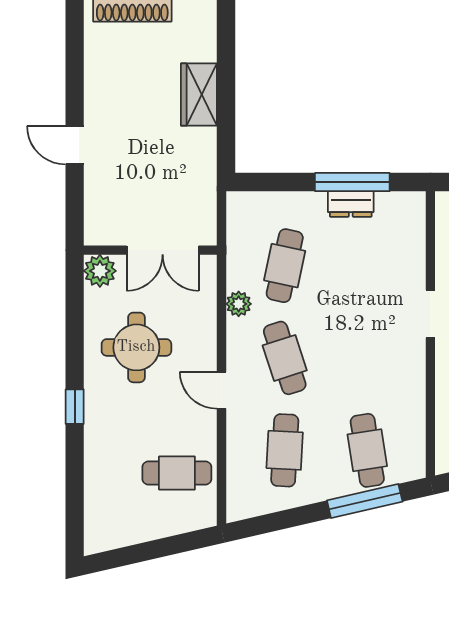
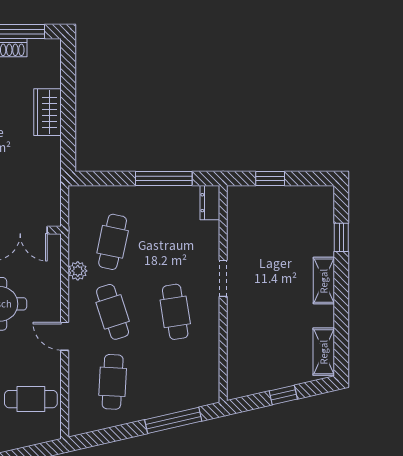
dresser: (351, 204) -> (210, 203), moved, turned 90
cafe table: (367, 450) -> (175, 312), moved

